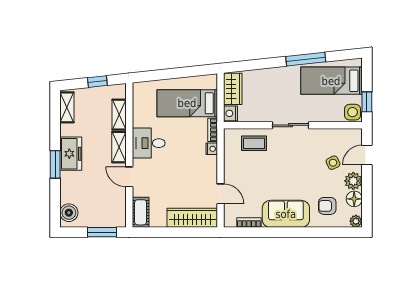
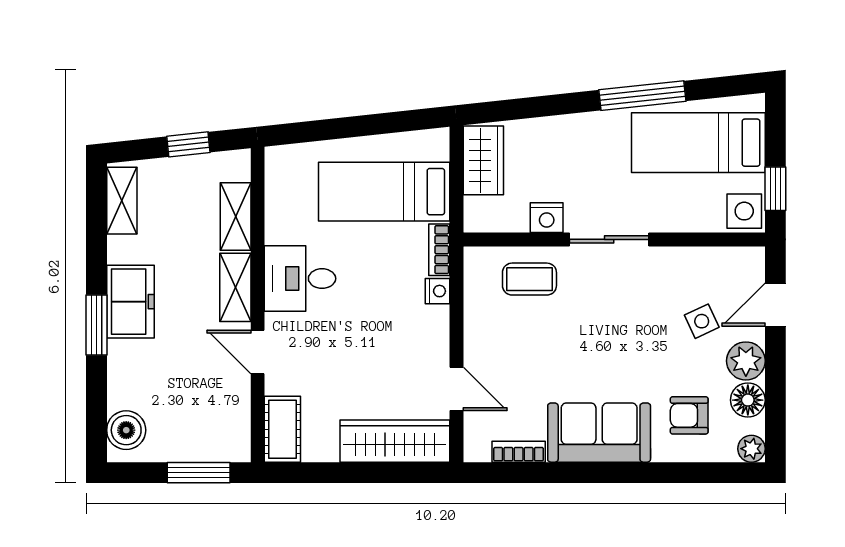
nightstand: (230, 113) -> (547, 218), moved, turned -90

